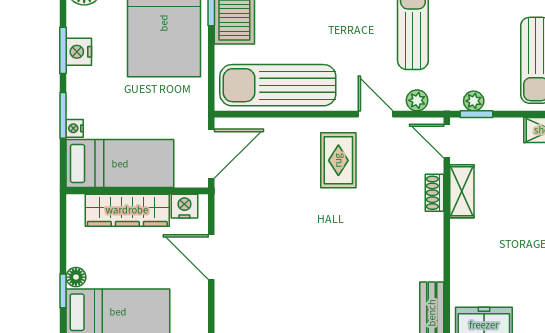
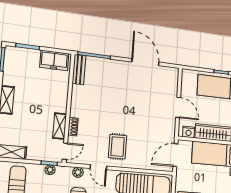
door: (447, 141) -> (65, 151), hinge flipped

